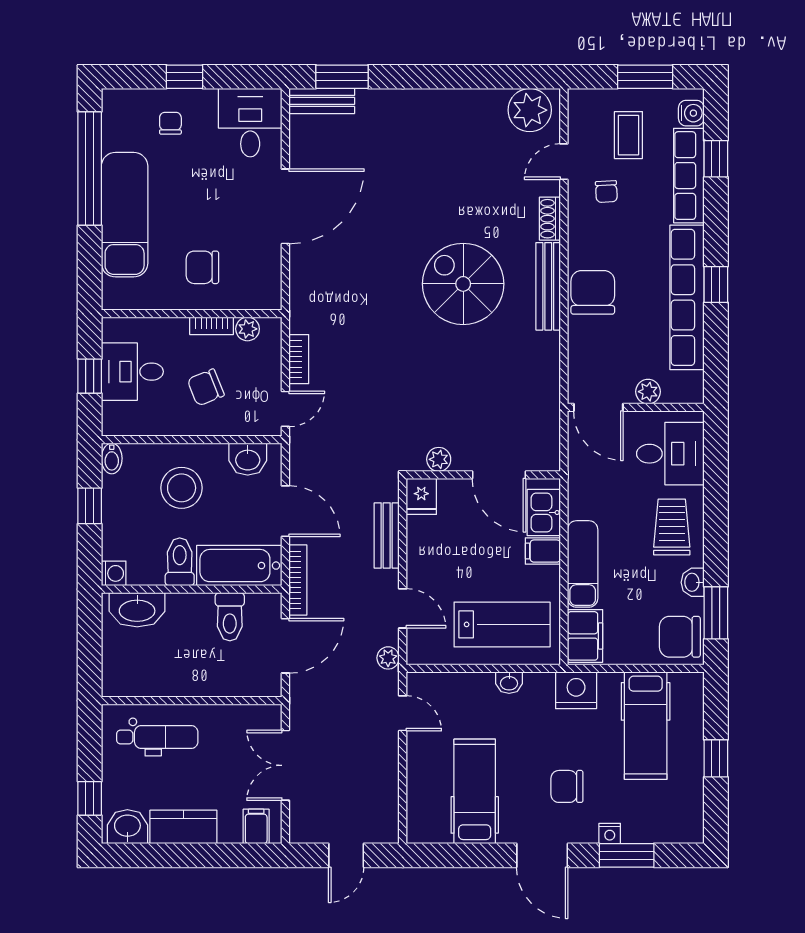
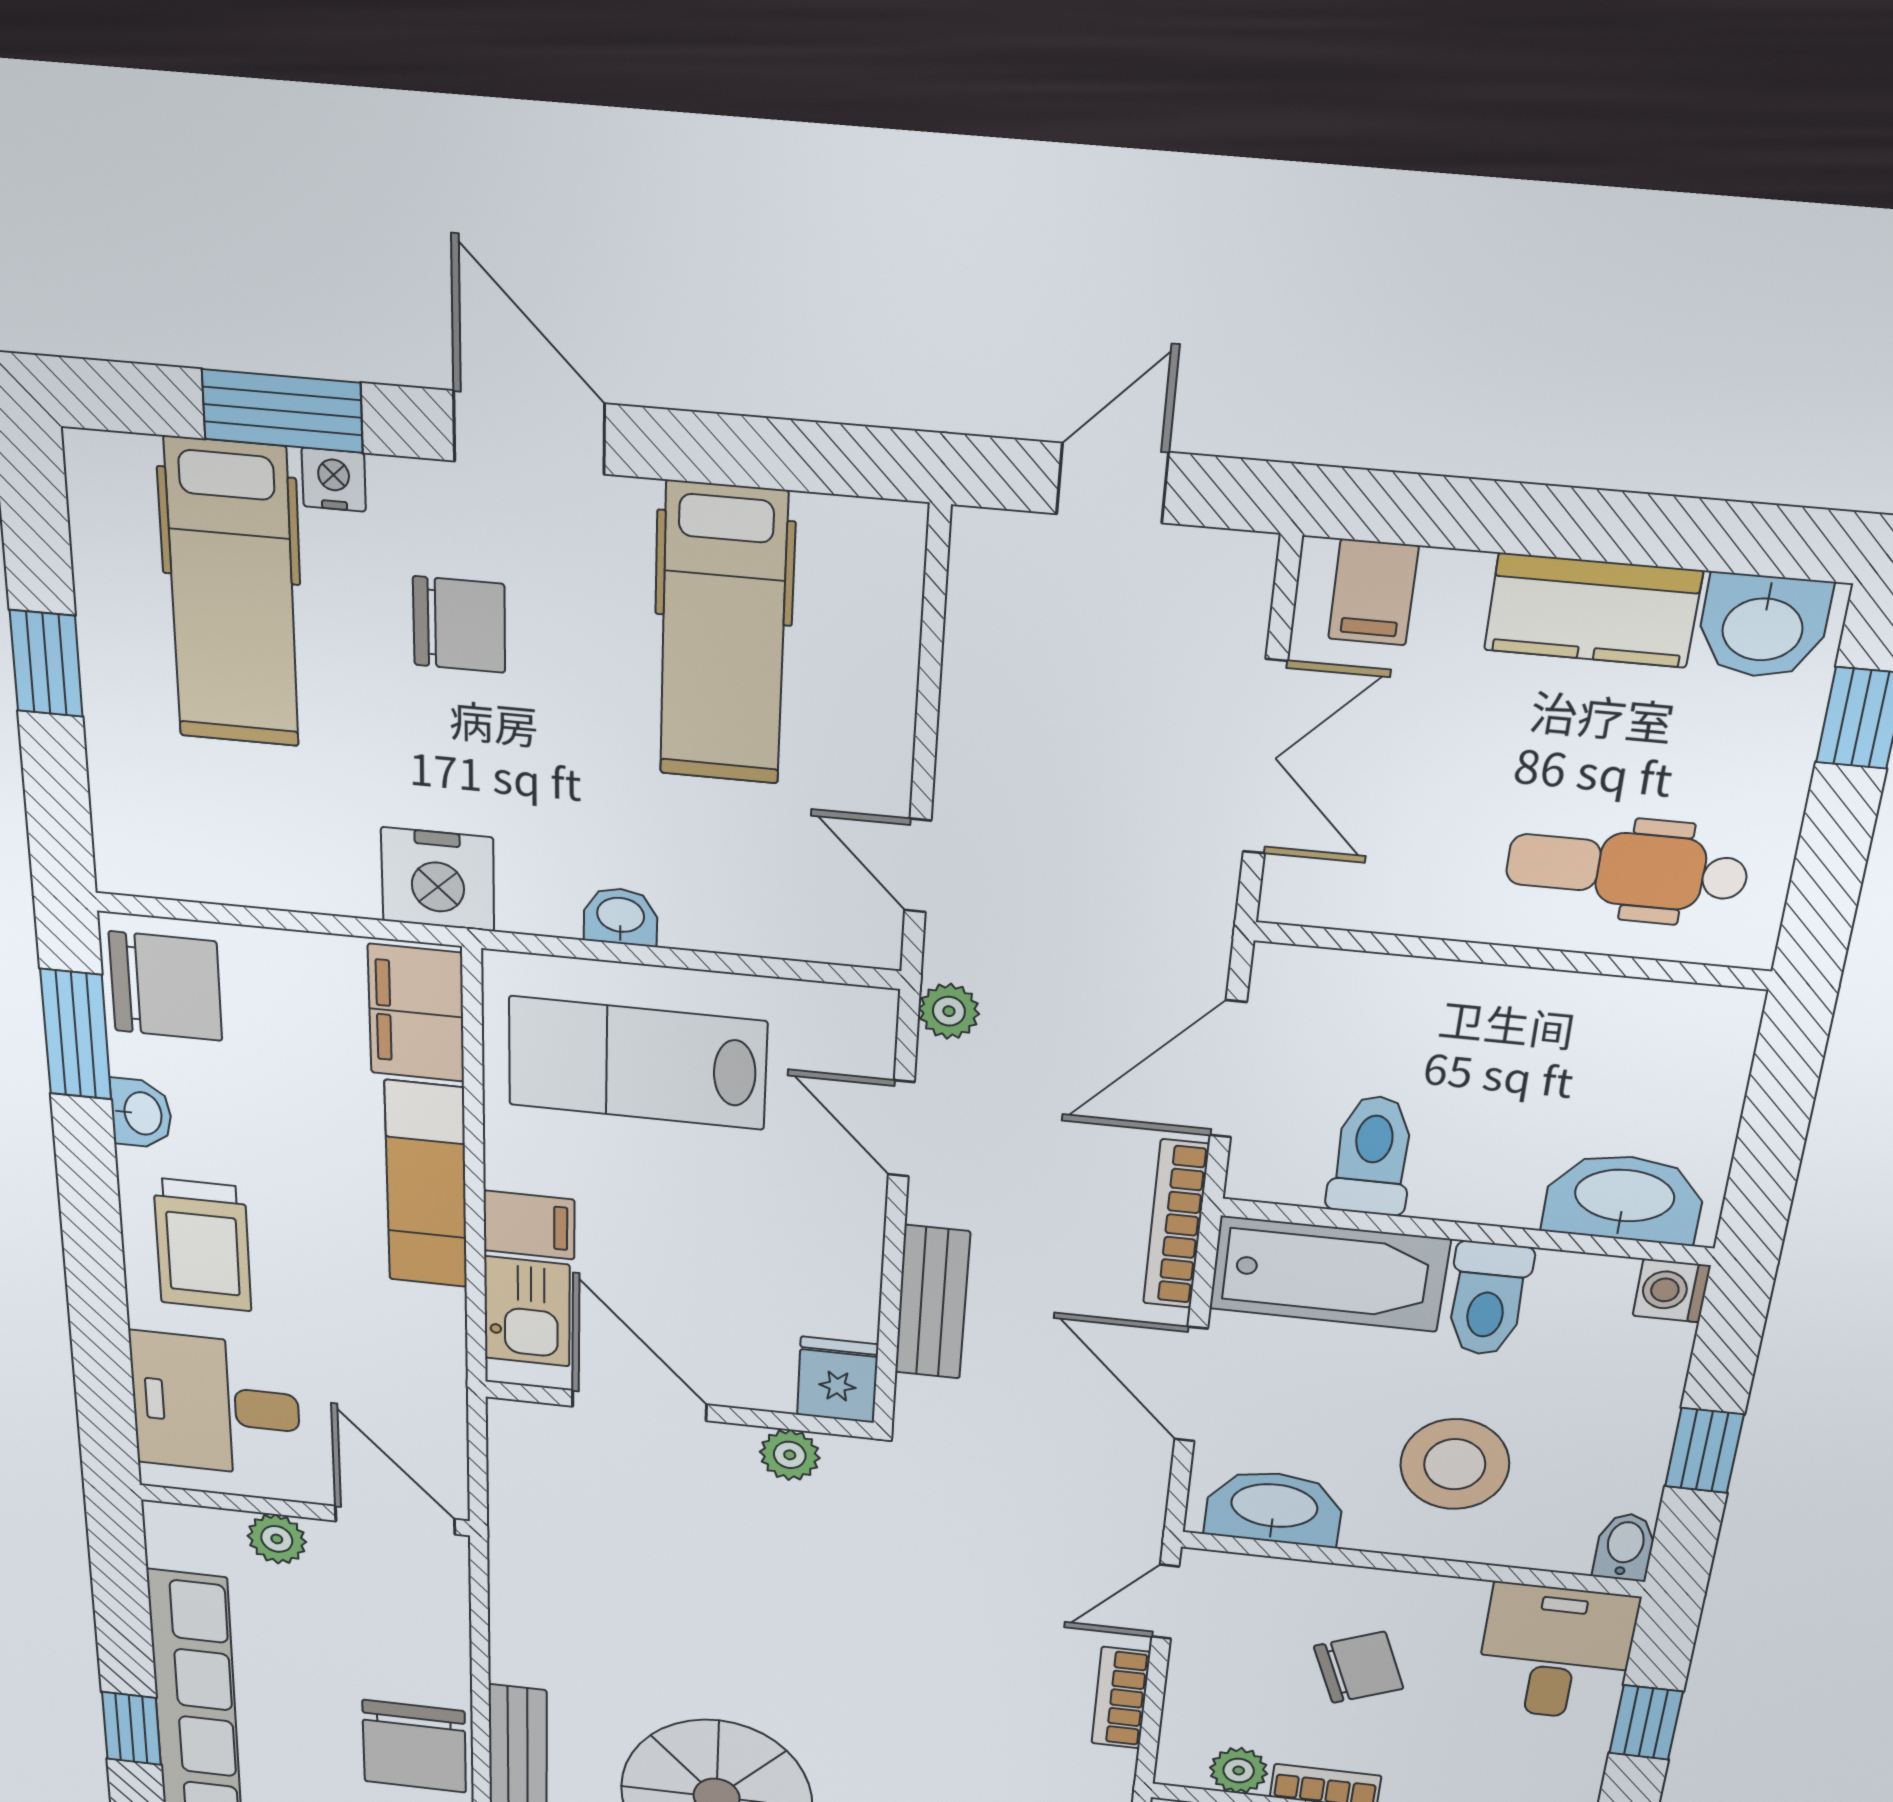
desk: (132, 372) -> (1556, 1652), moved, turned -90
washbasin: (248, 459) -> (1274, 1508), width x1.38
hospital bed: (646, 726) -> (232, 594), moved, turned 180

